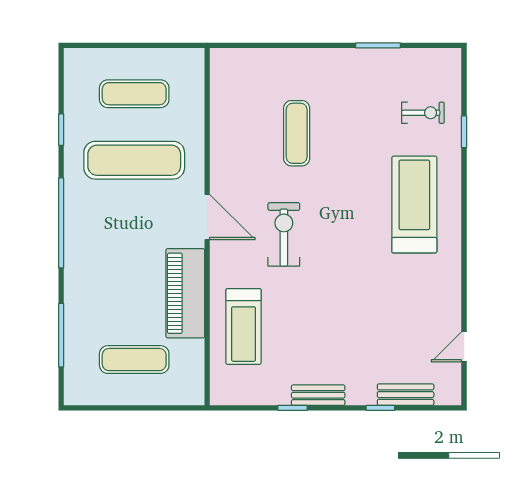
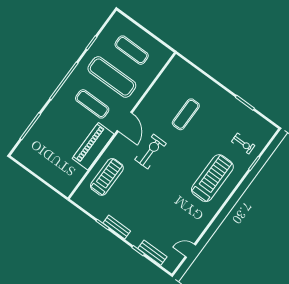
treadmill: (244, 326) -> (107, 177), turned 180
exercise mat: (134, 360) -> (92, 104), moved

